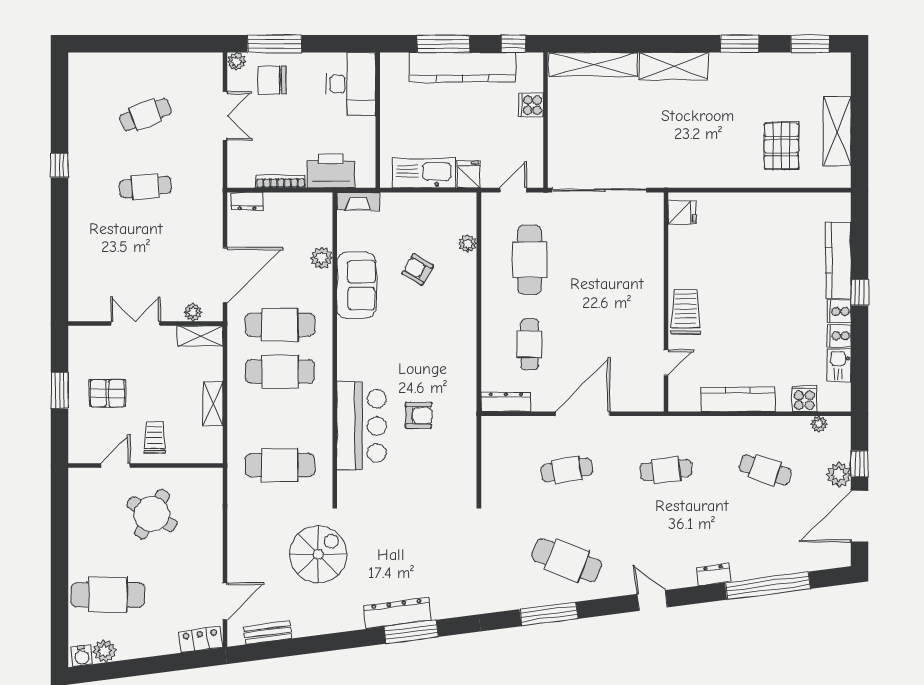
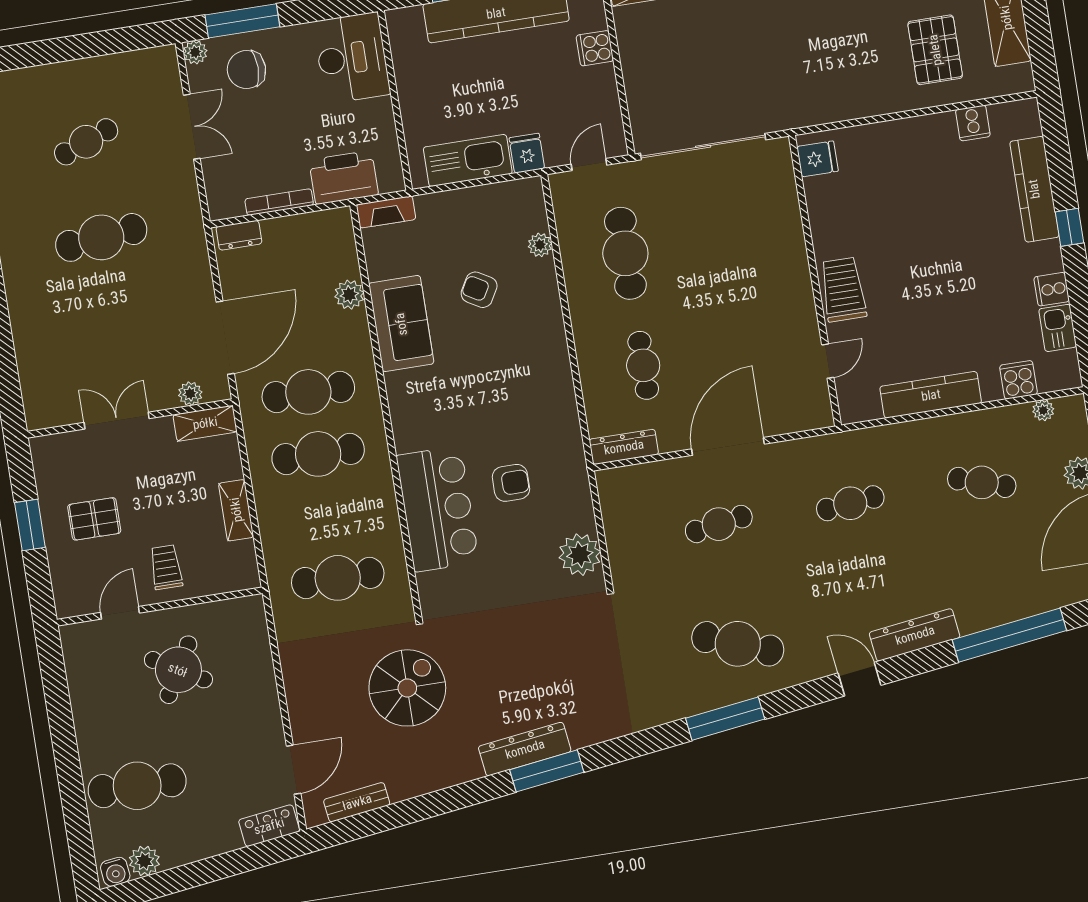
cafe table: (145, 187) -> (101, 237), width x1.37, depth x1.35
cooker: (839, 312) -> (973, 123), moved, turned -90
plant: (461, 476) -> (580, 555), added
dresser: (714, 575) -> (915, 635), width x1.96, depth x1.24

